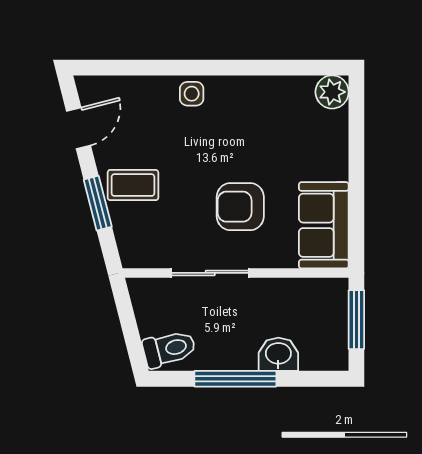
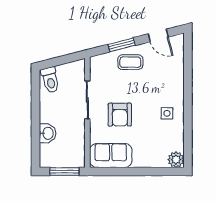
side table: (192, 94) -> (167, 113), moved
coffee table: (133, 185) -> (130, 62), turned 90
armchair: (240, 207) -> (120, 115), turned 180
window: (235, 379) -> (36, 112), removed

